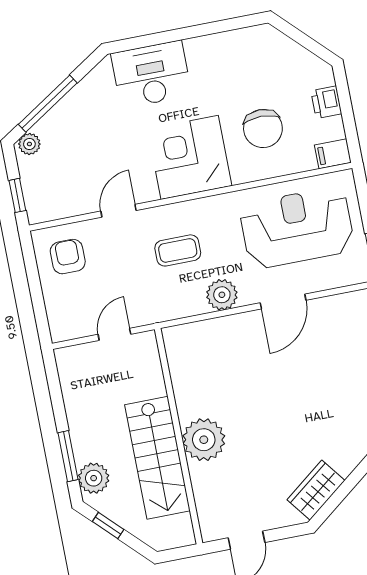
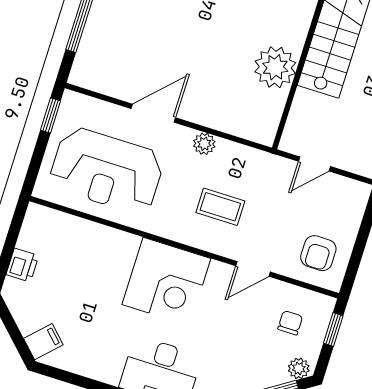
chair: (263, 128) -> (290, 323), moved, width x0.54, depth x0.54
filing cabinet: (333, 154) -> (43, 342), moved, turned -45
plant: (222, 295) -> (204, 144), width x0.73, depth x0.73
plant: (204, 440) -> (275, 67), moved

